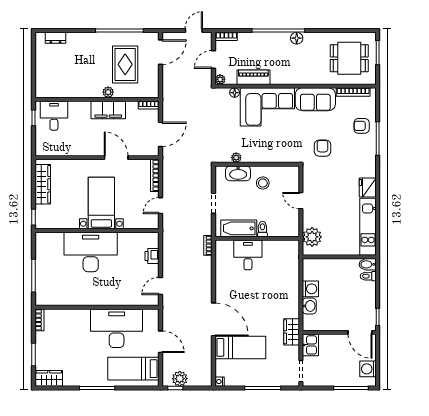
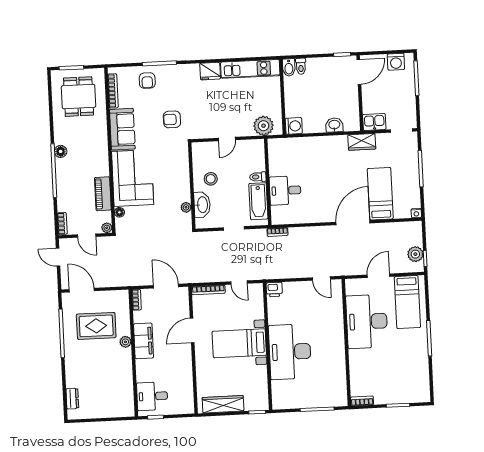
printer: (152, 256) -> (274, 290), moved
washing machine: (310, 289) -> (294, 126), moved, turned 90
wardrobe: (49, 378) -> (422, 388), removed

